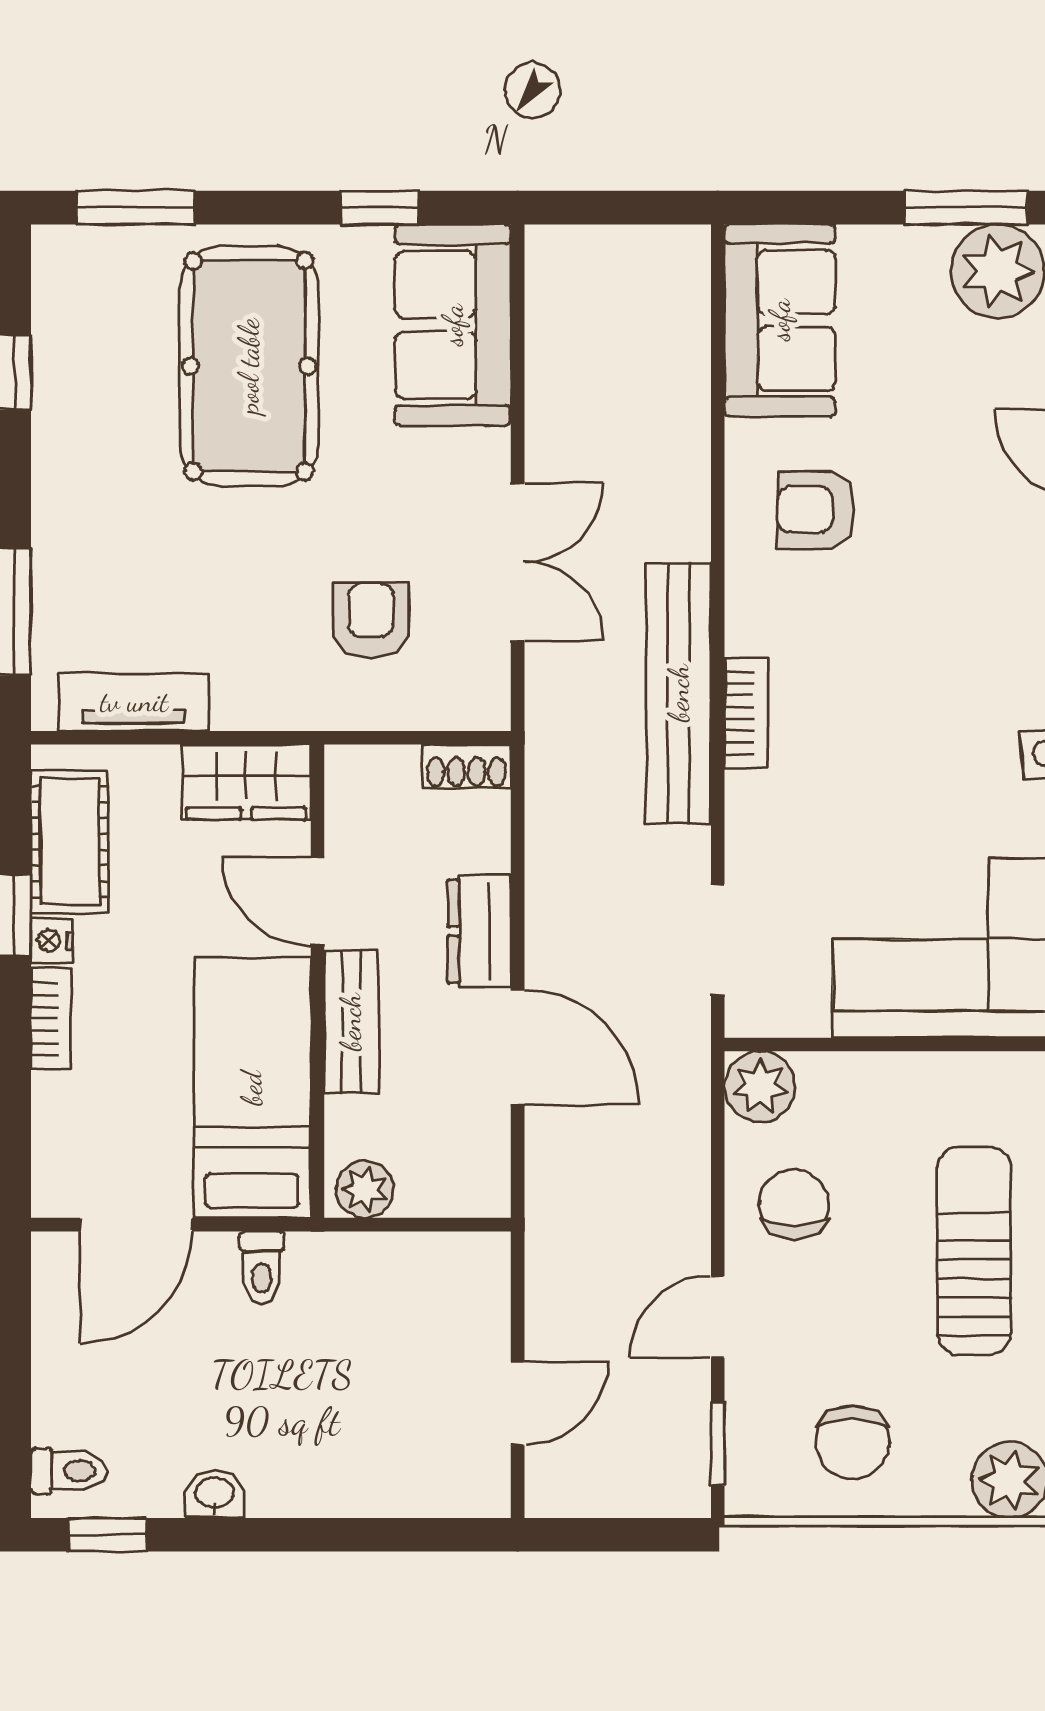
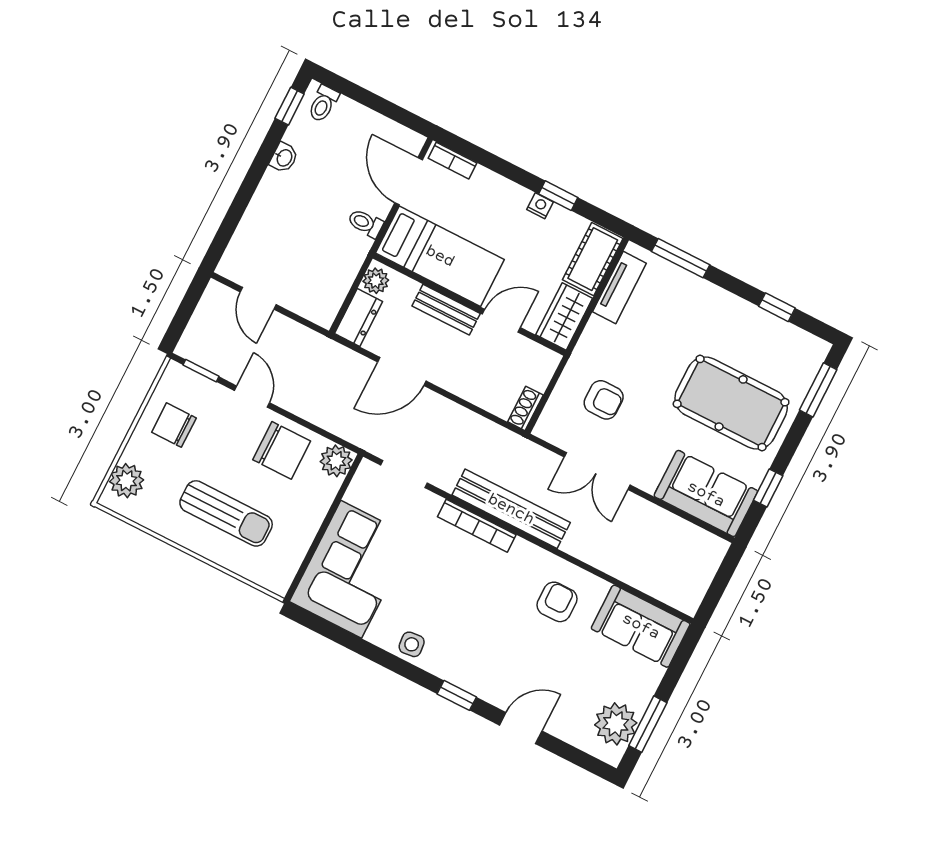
bookcase: (747, 713) -> (477, 526), width x1.56
cot: (70, 842) -> (593, 259), moved, turned 90
dresser: (479, 931) -> (359, 318), moved, turned 90
bookcase: (51, 1019) -> (452, 161), moved
chair: (794, 1204) -> (282, 450), width x1.37, depth x1.37

